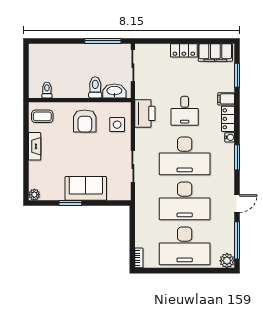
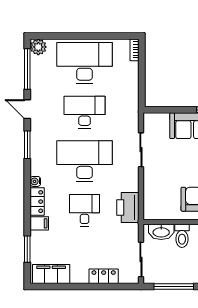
locker: (184, 50) -> (104, 276), moved
side table: (117, 125) -> (158, 195), removed
window: (237, 157) -> (27, 145), moved
desk: (185, 201) -> (85, 112), width x0.73, depth x0.77
door: (237, 204) -> (27, 109), hinge flipped

